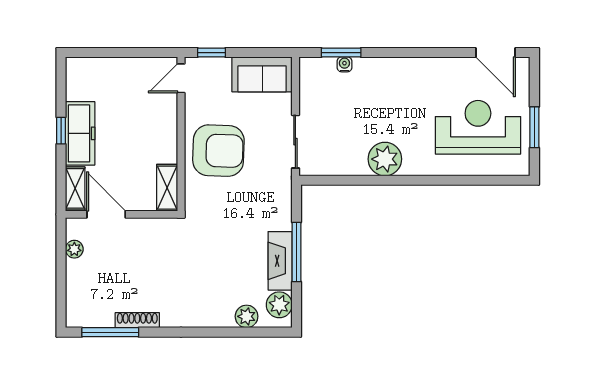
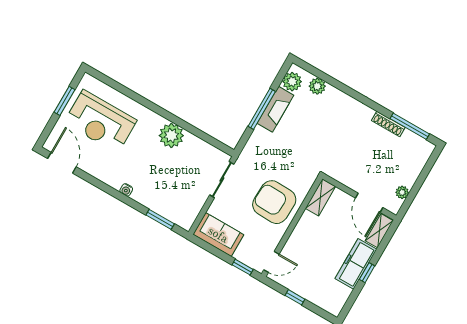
window: (129, 53) -> (295, 297), added
water cooler: (344, 64) -> (126, 190), moved

